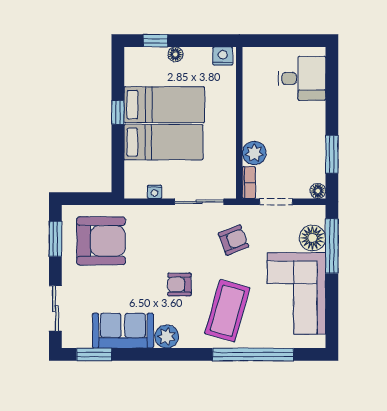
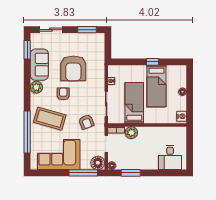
window: (156, 41) -> (190, 81), removed
bed: (163, 142) -> (134, 103), moved, turned 180
floor lamp: (312, 238) -> (98, 163), moved
armchair: (101, 241) -> (73, 68), moved

